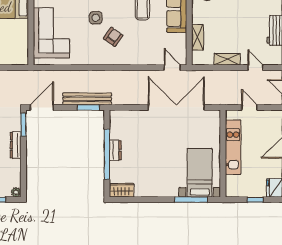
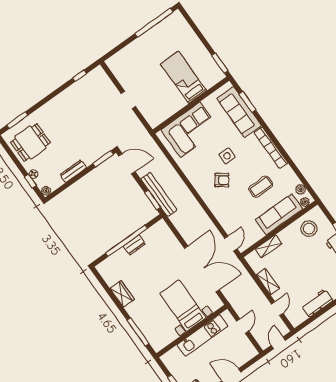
dresser: (16, 145) -> (73, 171), moved
bed with nightstands: (200, 173) -> (183, 306), moved, turned -90
wardrobe: (122, 190) -> (122, 294), moved

